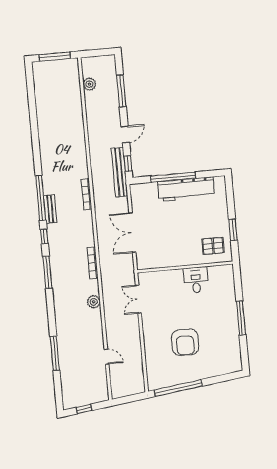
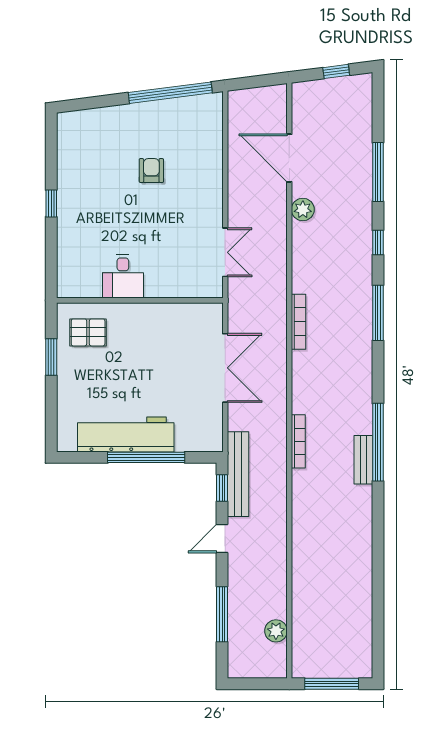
bench: (50, 209) -> (363, 460), moved
window: (44, 237) -> (378, 242), moved
plant: (94, 302) -> (303, 210), moved
window: (241, 318) -> (51, 203), width x0.46
armchair: (185, 342) -> (151, 171), width x0.53, depth x0.53
door: (106, 357) -> (289, 158), width x1.88

